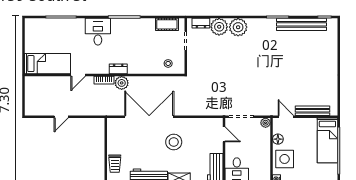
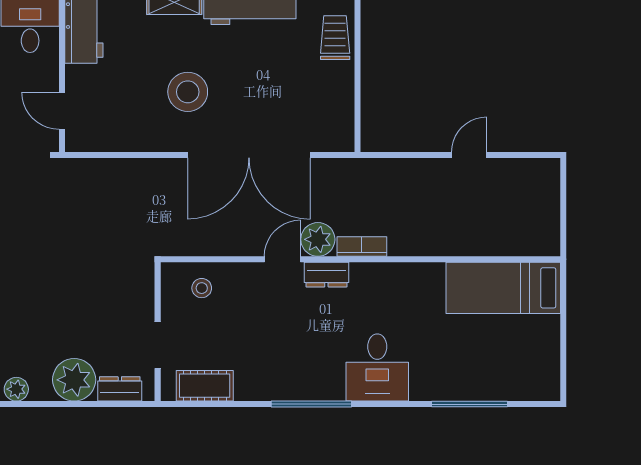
plant: (238, 27) -> (16, 389), width x0.53, depth x0.53
door: (78, 75) -> (282, 259), moved

